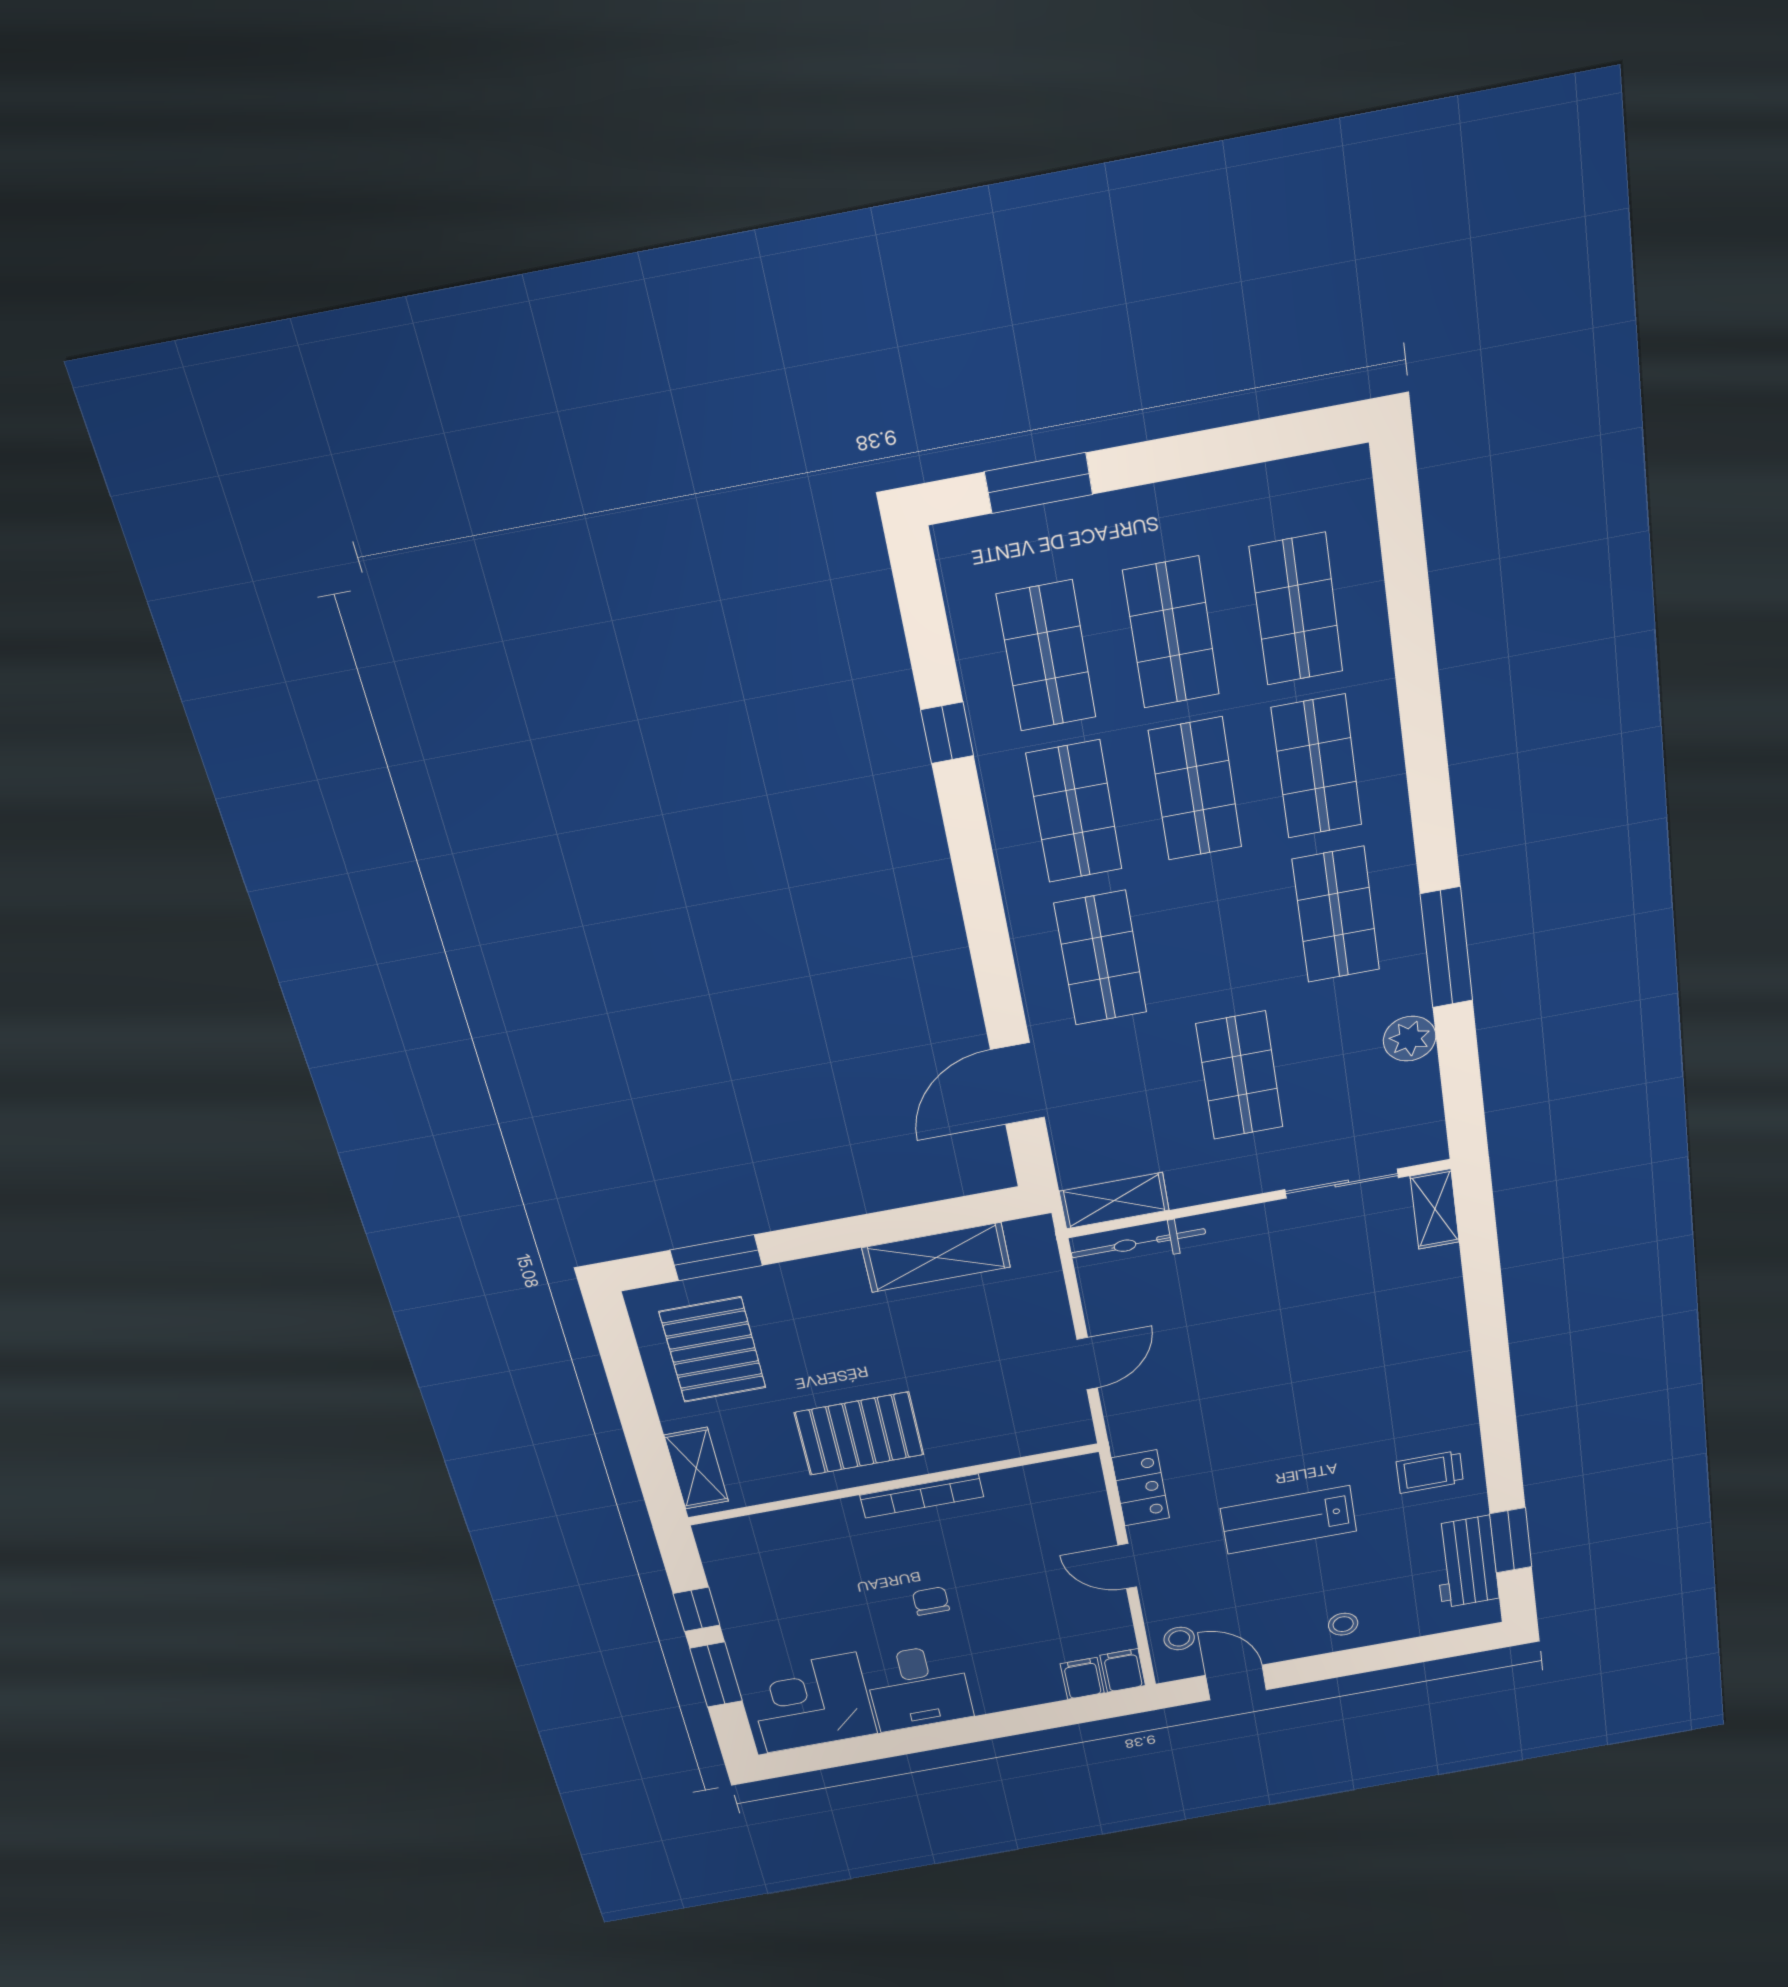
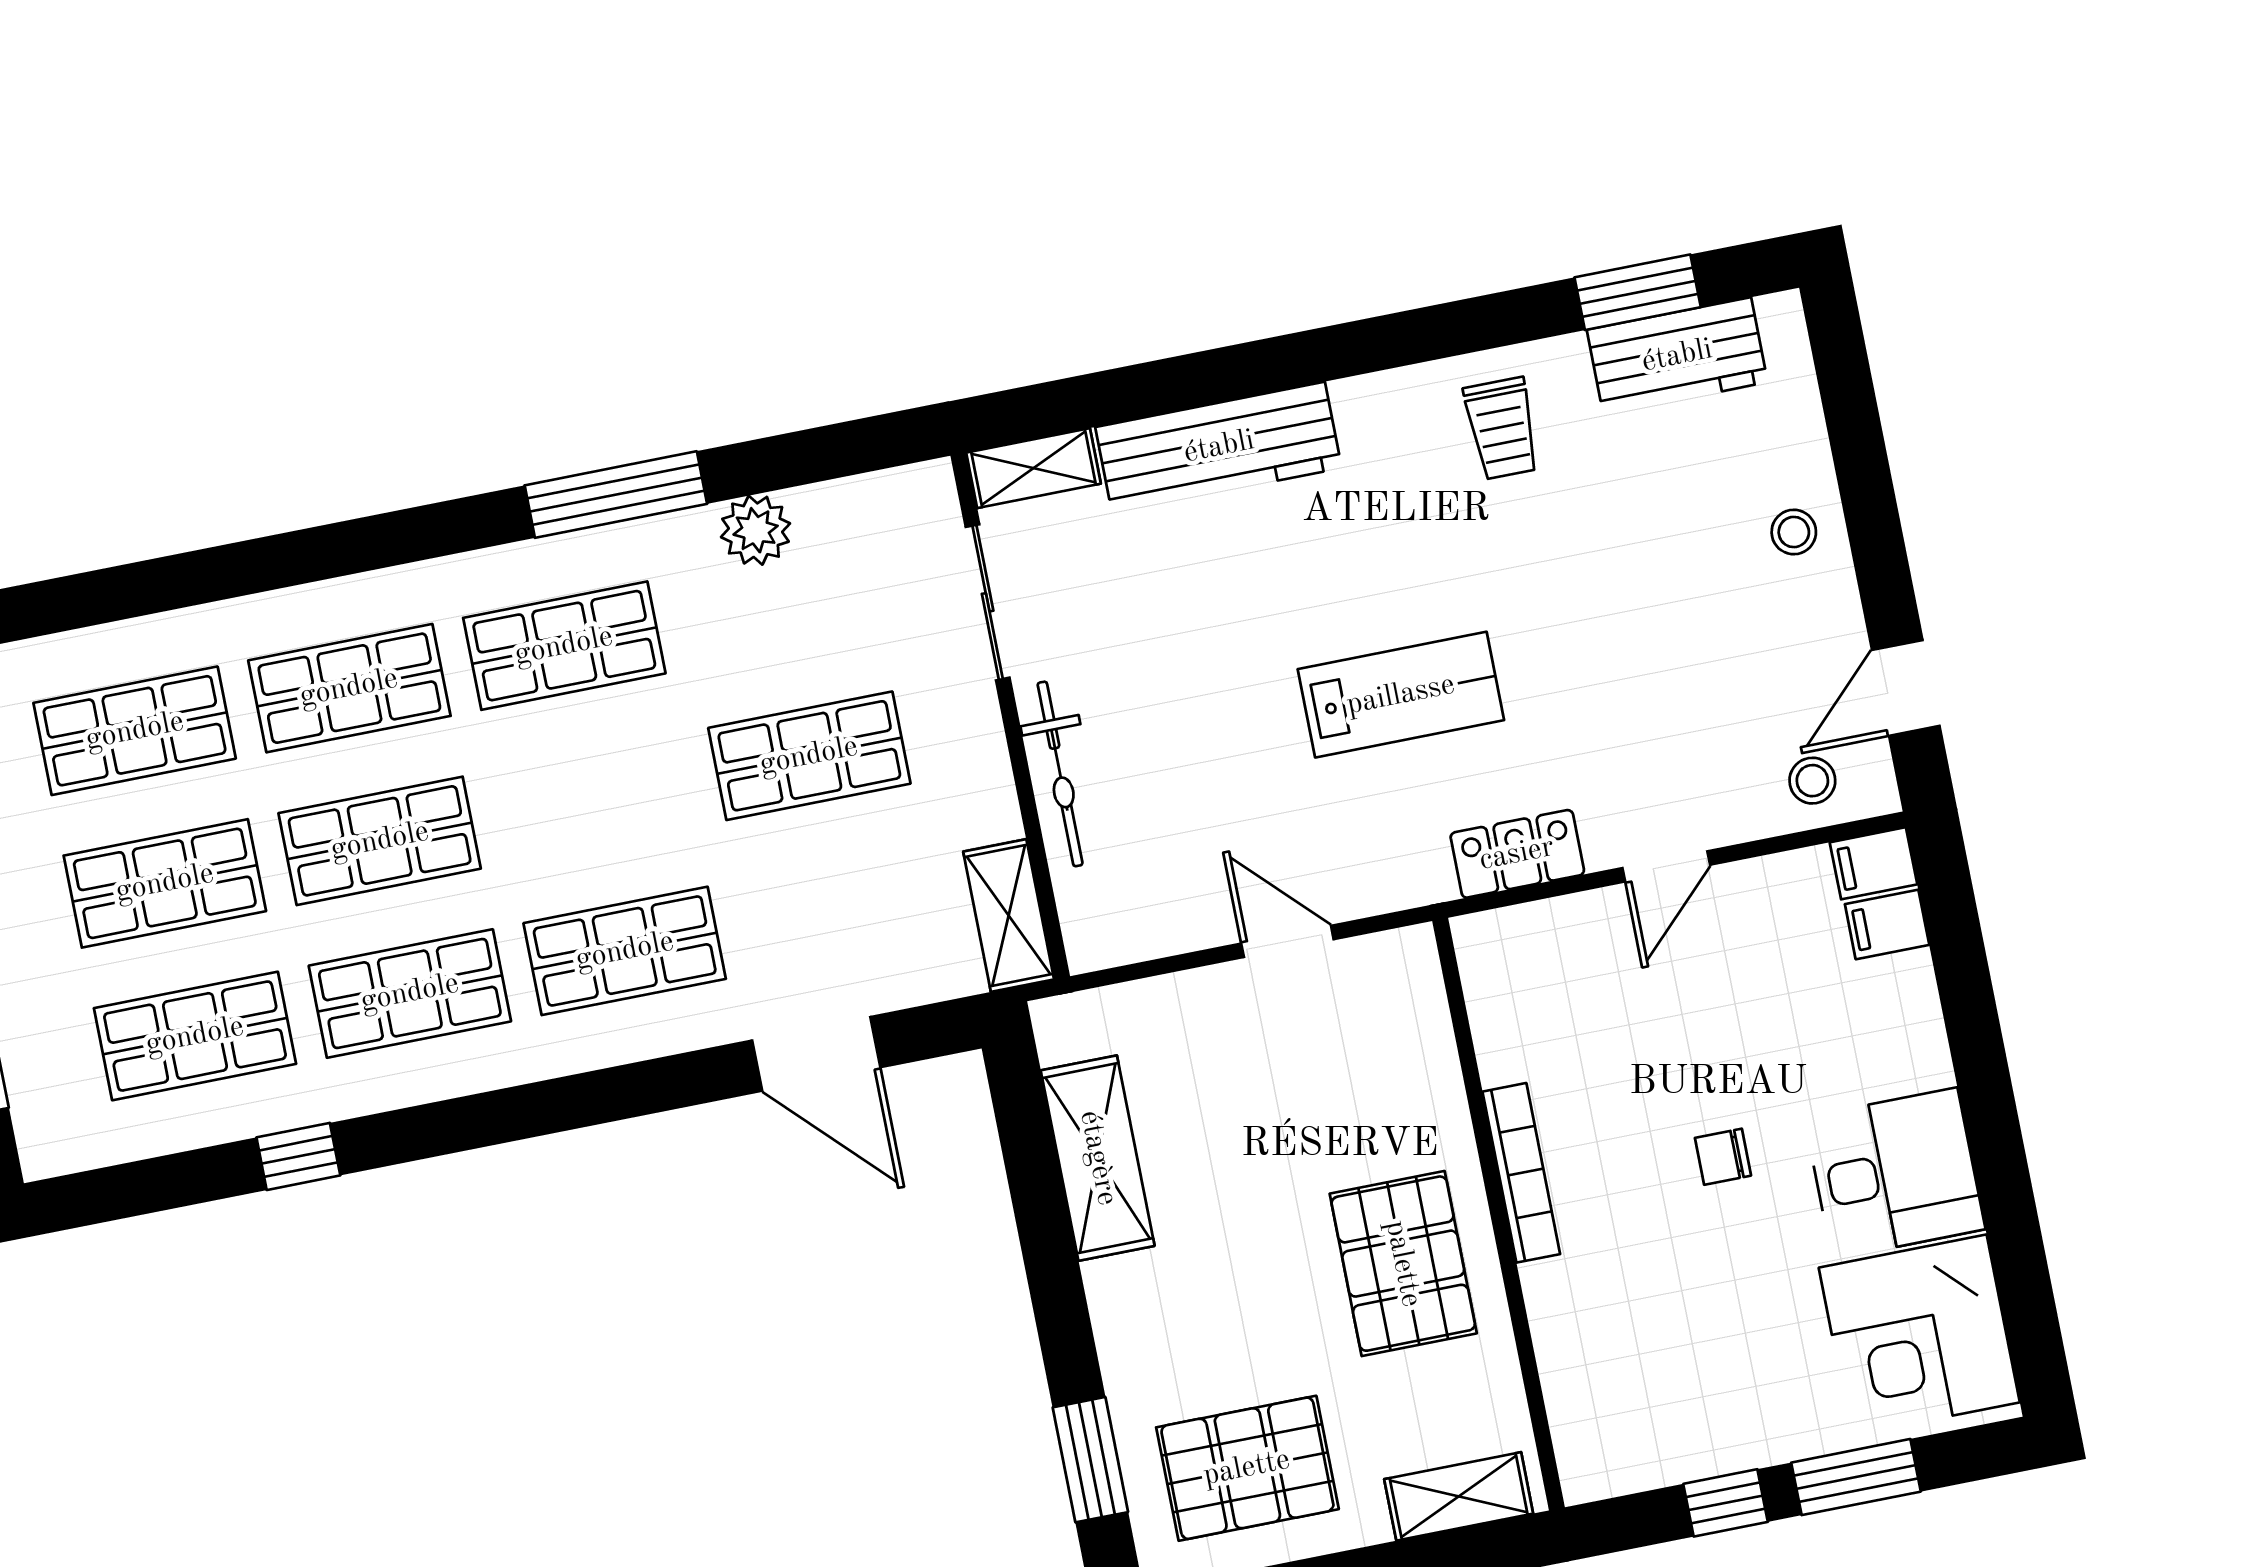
bicycle: (1138, 1243) -> (1060, 774), moved
workbench: (1436, 1316) -> (1219, 447), added
lab bench: (1289, 1520) -> (1401, 695), moved, turned -90

